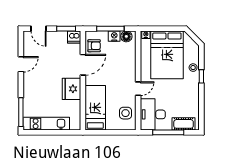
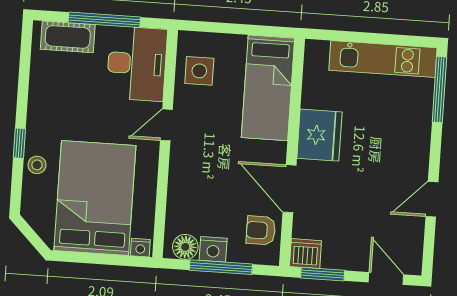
door: (83, 65) -> (290, 189), hinge flipped

